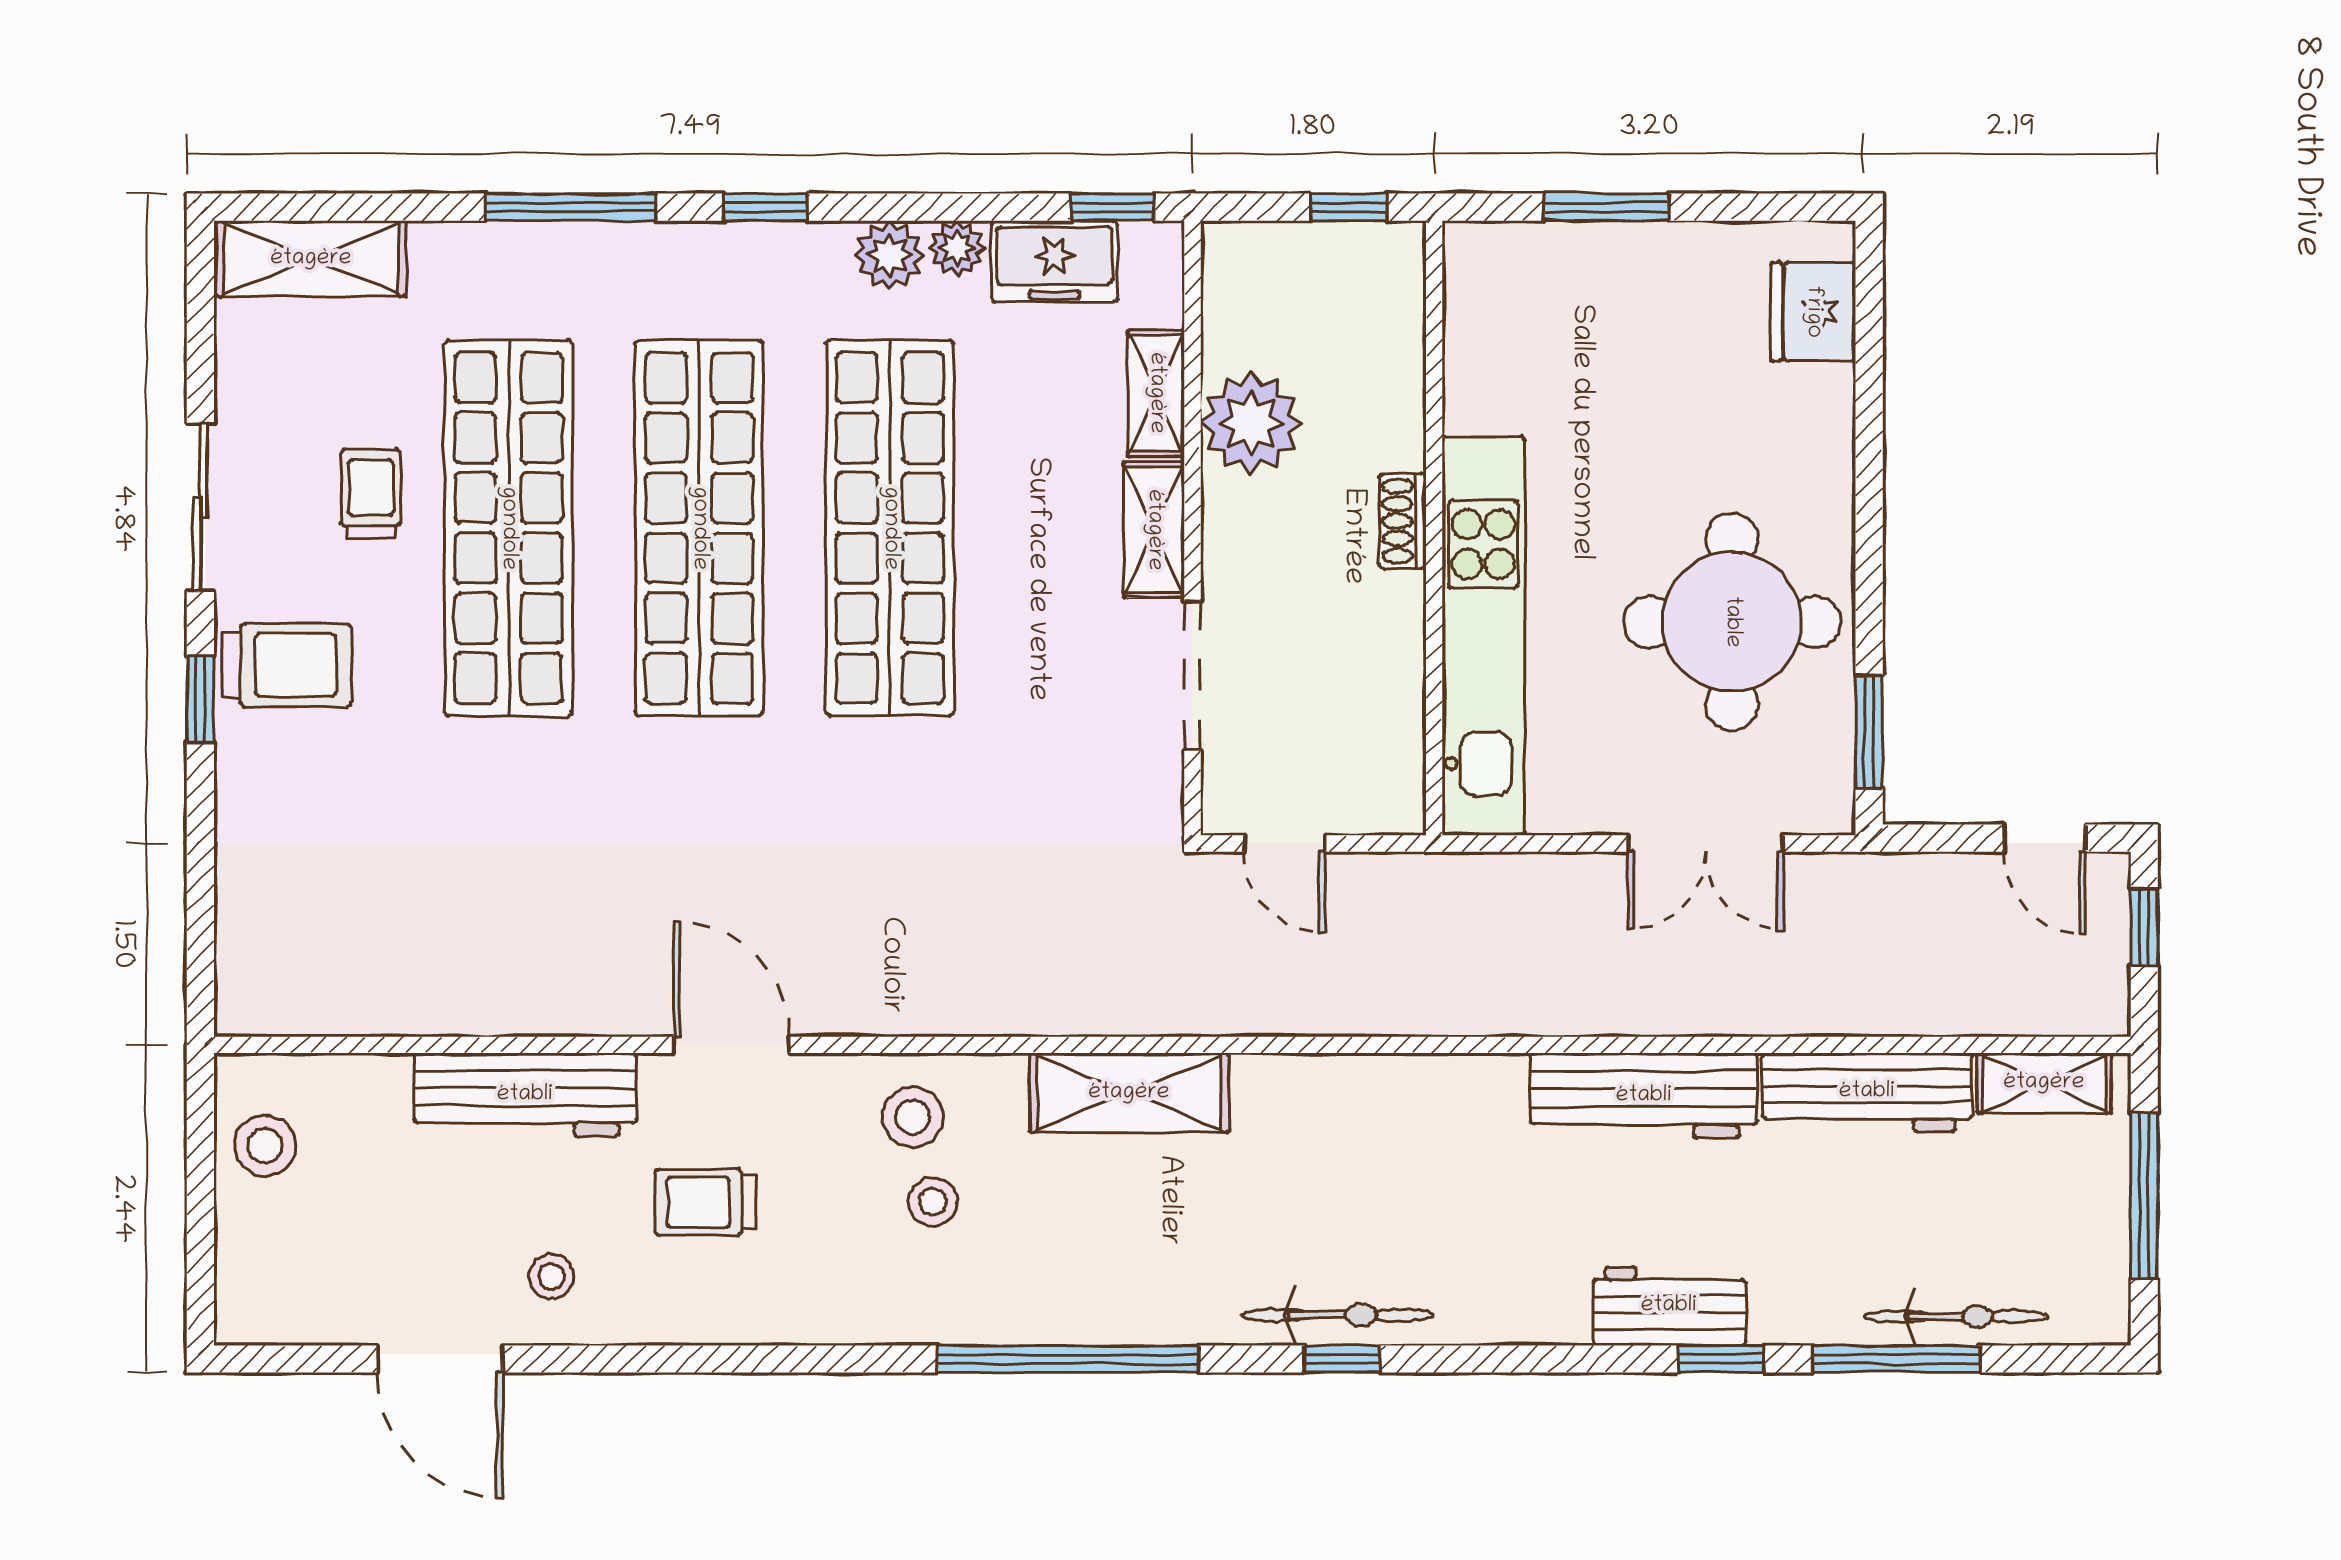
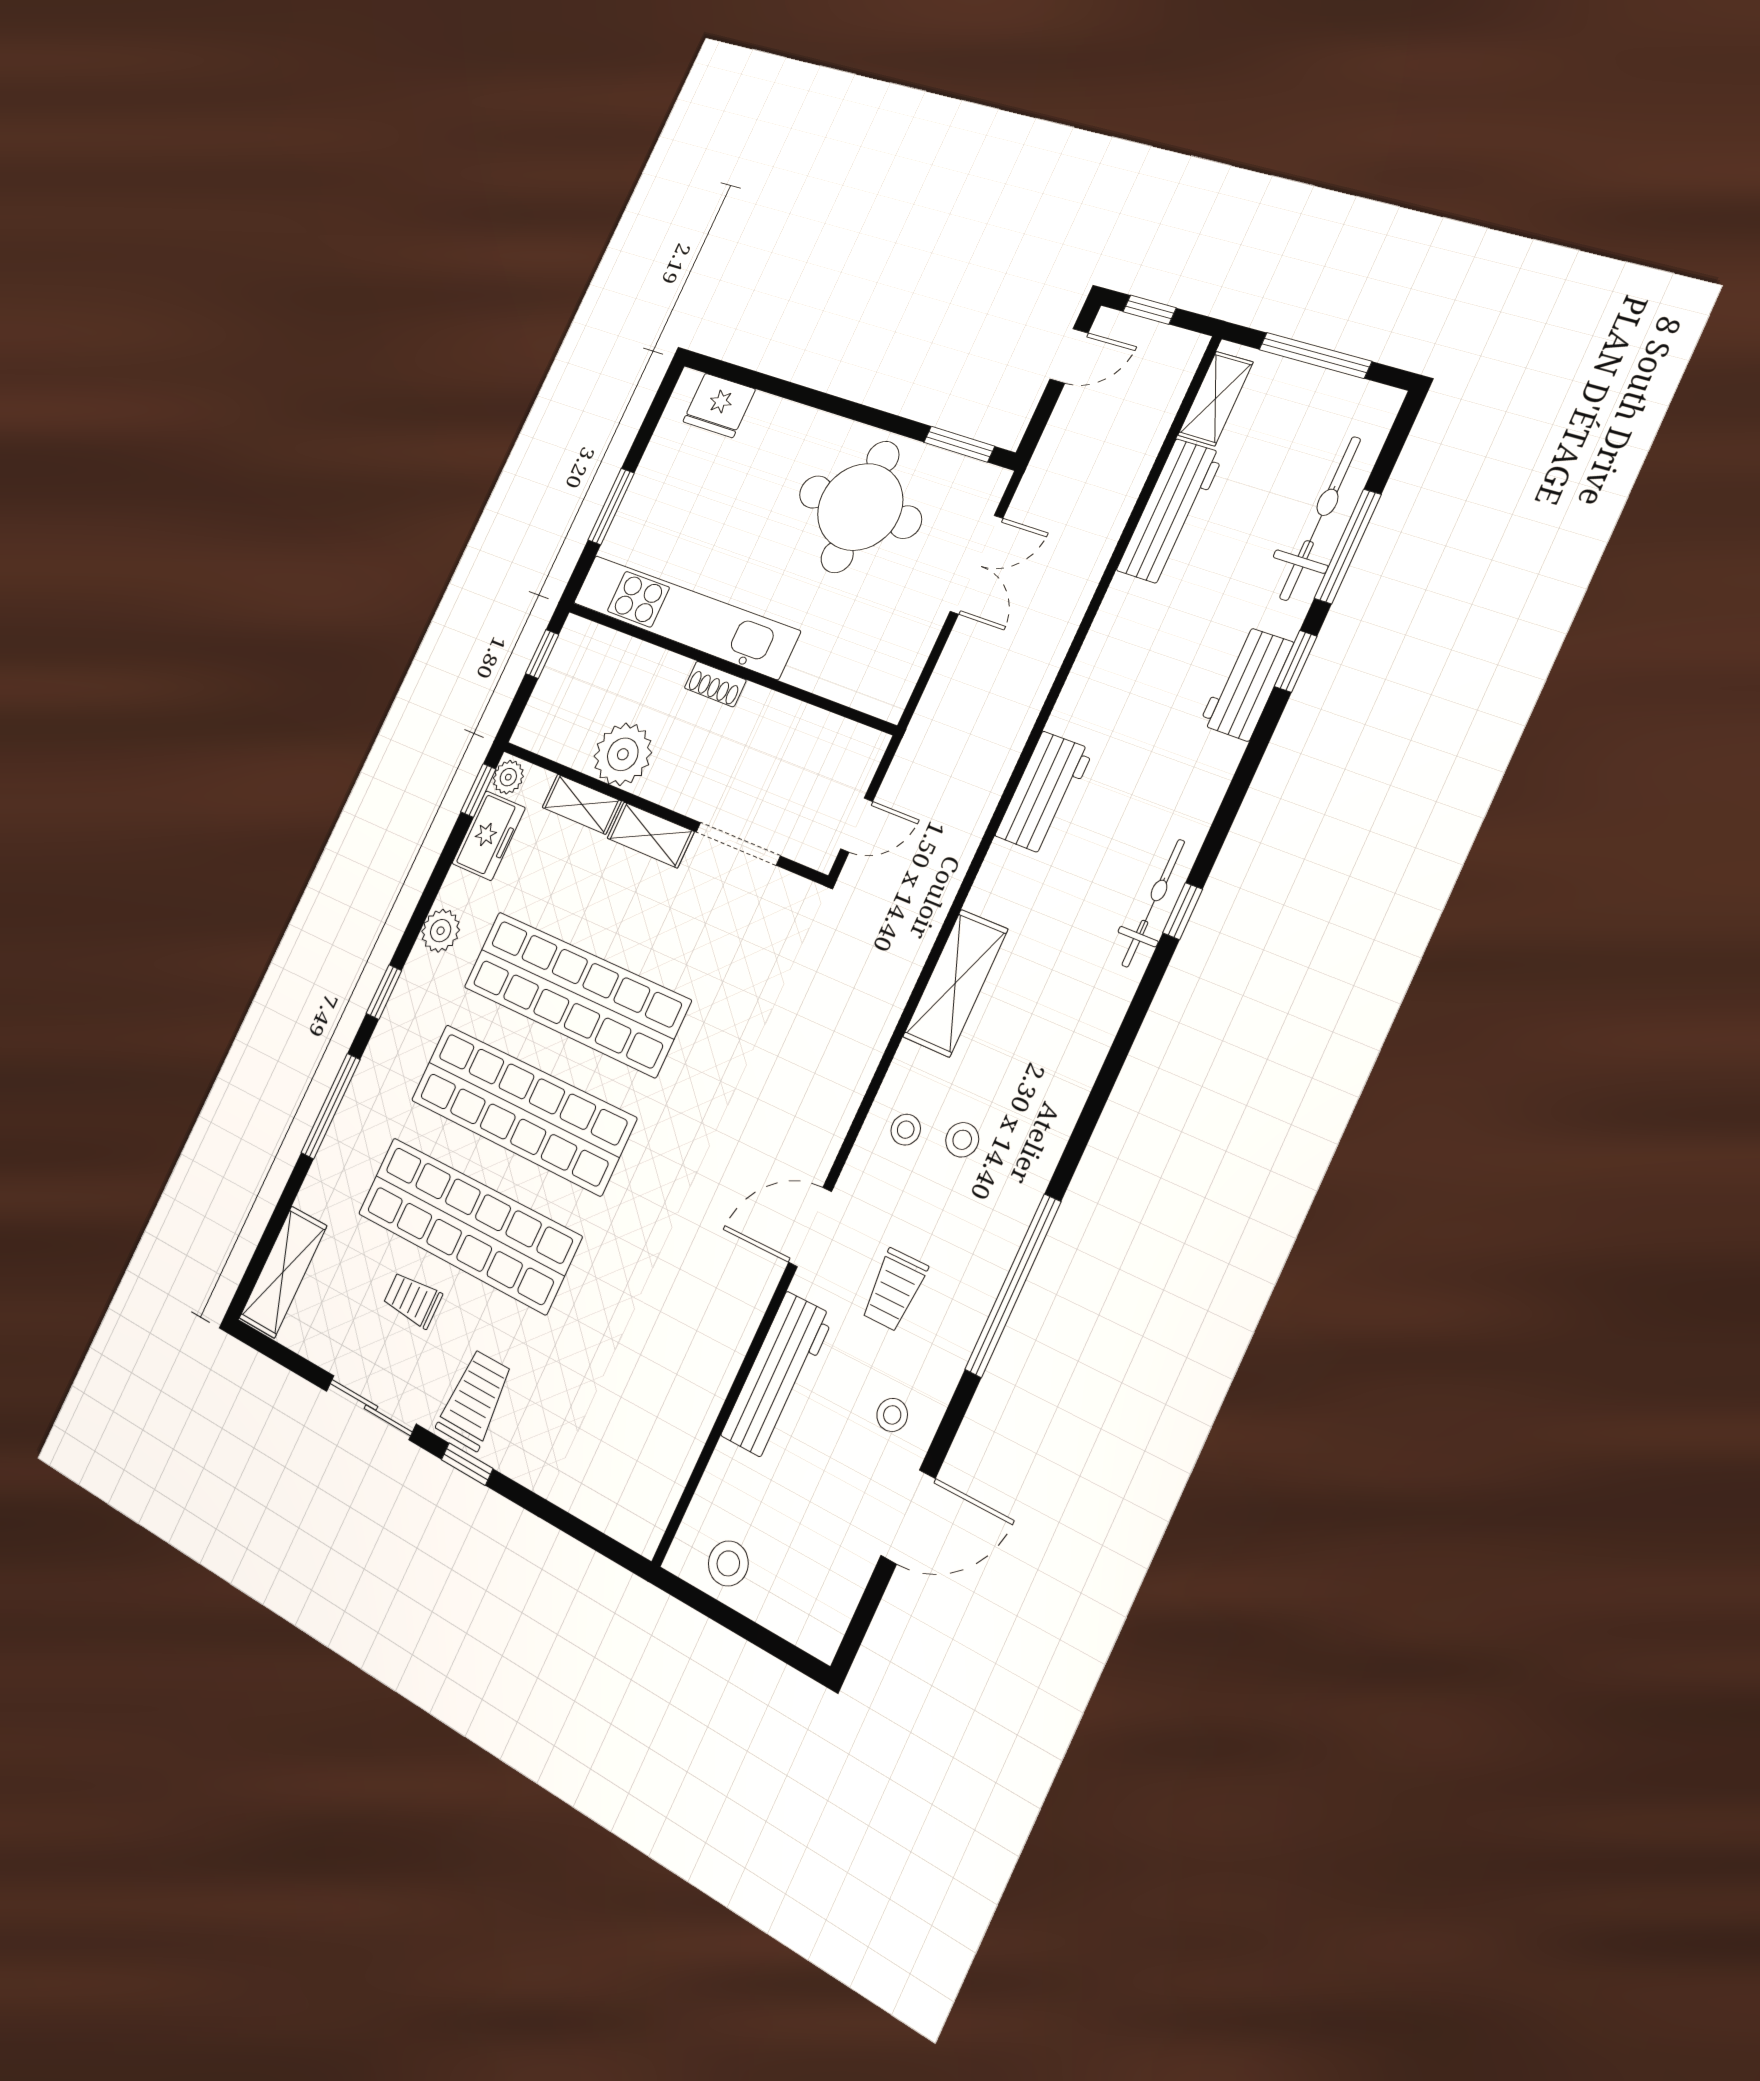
plant: (957, 248) -> (508, 777), moved
kitchen unit: (1483, 636) -> (685, 617), moved
workbench: (1644, 1096) -> (1044, 793), moved, width x0.73
stool: (913, 1117) -> (906, 1130), width x0.73, depth x0.73
bicycle: (1956, 1317) -> (1320, 519), width x1.37, depth x1.40
window: (1068, 1359) -> (1013, 1286), moved

